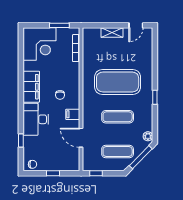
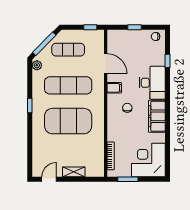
exercise mat: (118, 117) -> (68, 85), width x1.36, depth x1.45

